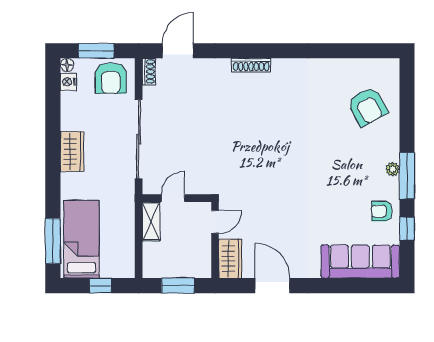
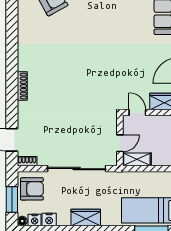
nightstand: (69, 102) -> (49, 219), added
door: (173, 198) -> (120, 143), swing flipped

